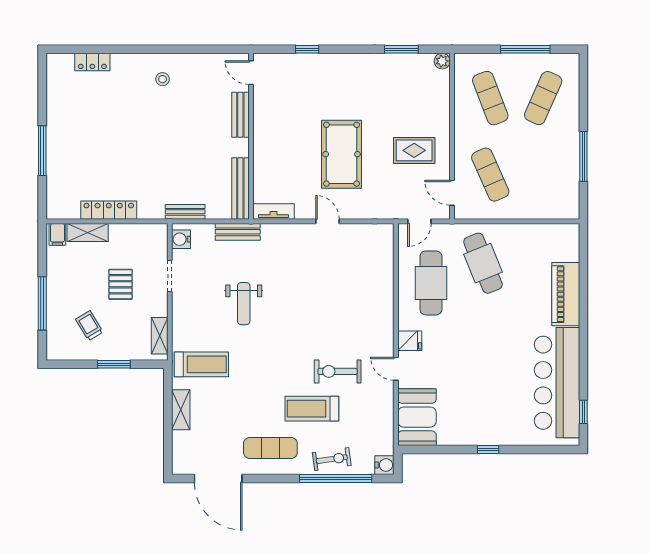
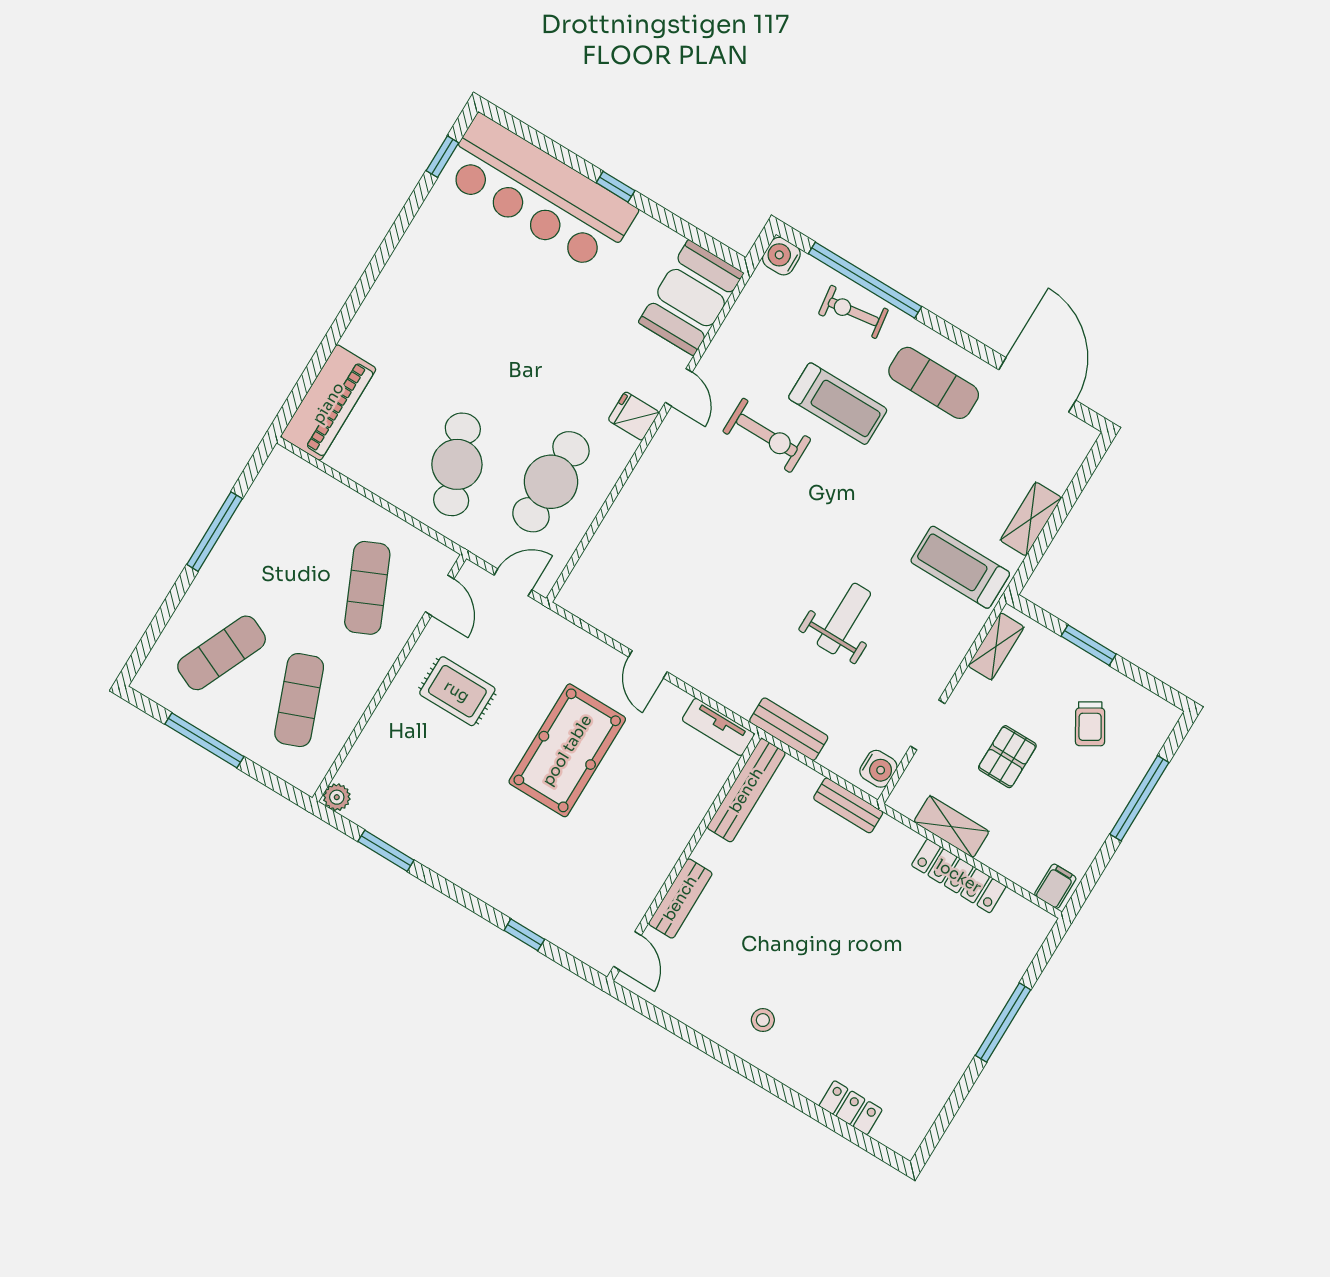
shelving: (88, 232) -> (951, 827), moved
piano: (566, 294) -> (328, 403), moved
bar counter: (557, 383) -> (539, 193), moved, turned 90

